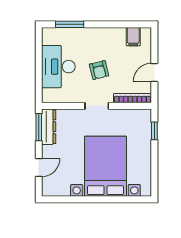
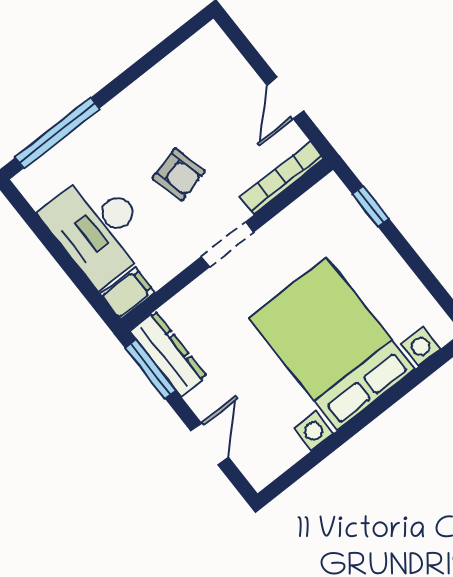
window: (70, 24) -> (57, 133), width x1.44
filing cabinet: (133, 37) -> (128, 293), moved, turned -90

